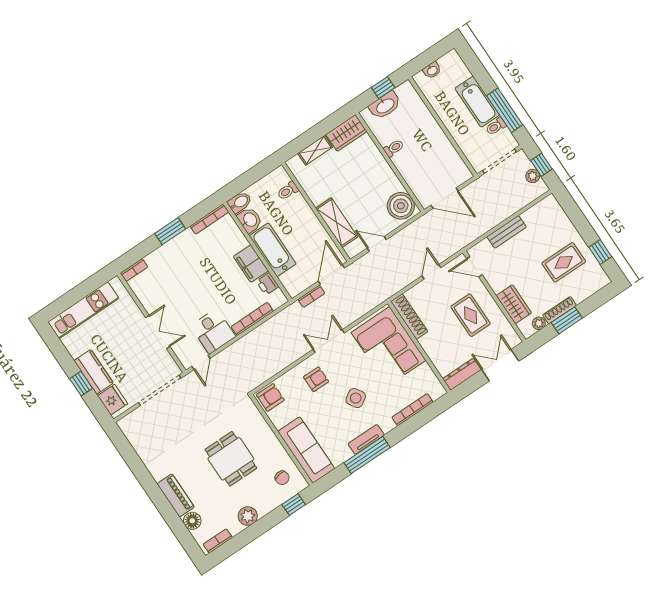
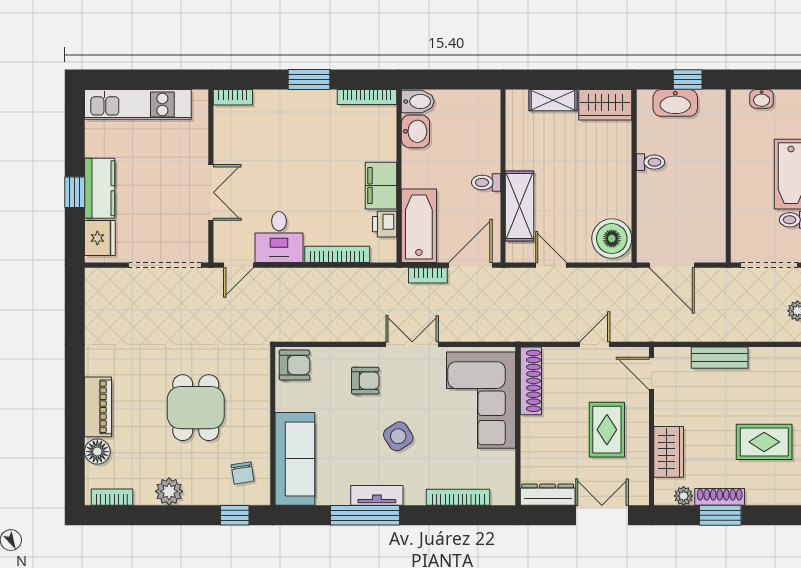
toilet: (288, 191) -> (486, 182), moved
bathtub: (273, 250) -> (419, 226), moved

